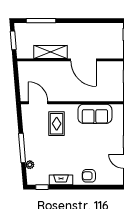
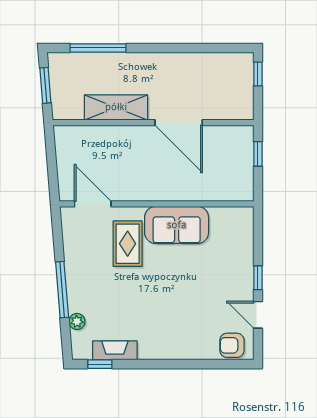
sofa: (95, 114) -> (177, 225), moved
armchair: (89, 176) -> (232, 345), moved
fireplace: (61, 180) -> (115, 350), moved

